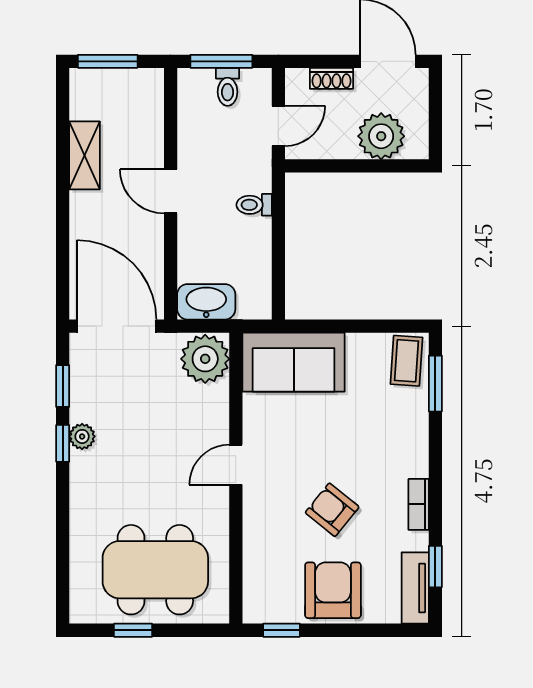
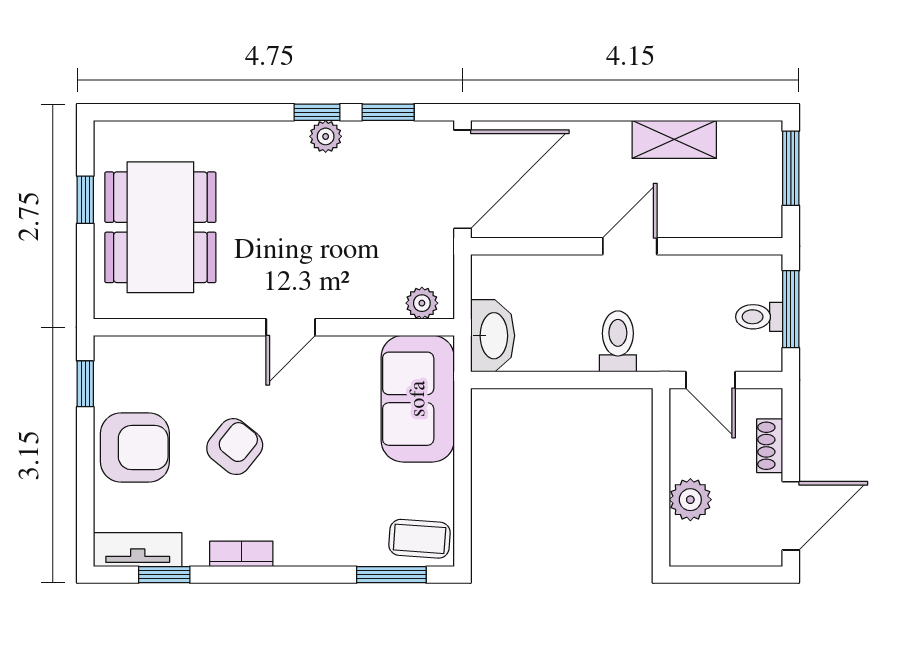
plant: (381, 136) -> (690, 500), width x0.73, depth x0.73
toilet: (254, 205) -> (618, 341), width x1.37, depth x1.39
washbasin: (206, 302) -> (493, 336), moved
plant: (205, 359) -> (422, 303), width x0.53, depth x0.53
door: (236, 465) -> (291, 327), swing flipped

